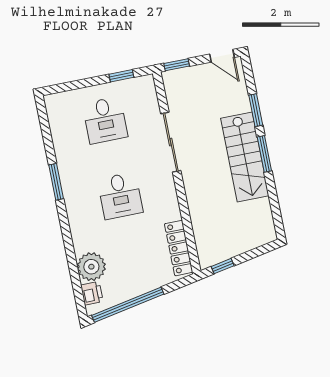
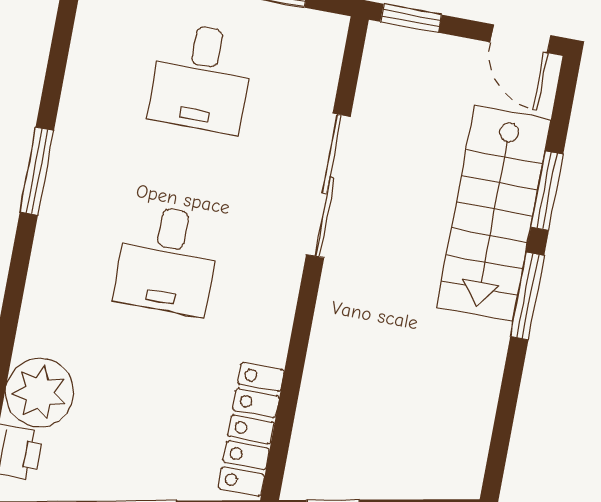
stairs: (245, 157) -> (494, 213), moved

